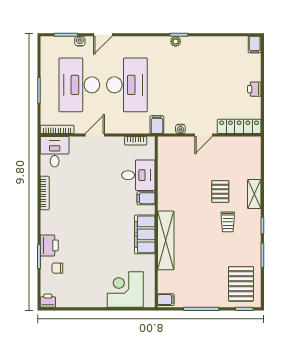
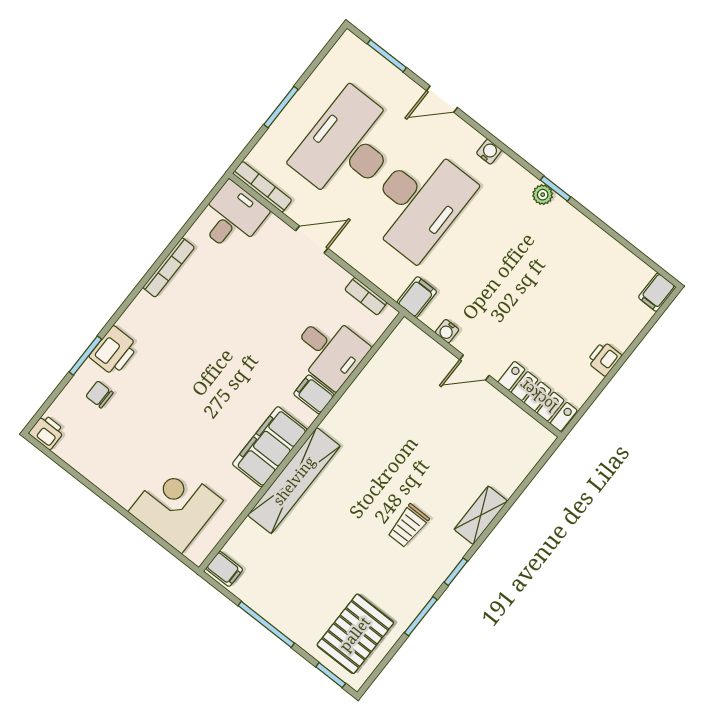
water cooler: (80, 41) -> (489, 152), moved
pallet: (220, 192) -> (433, 472), removed

